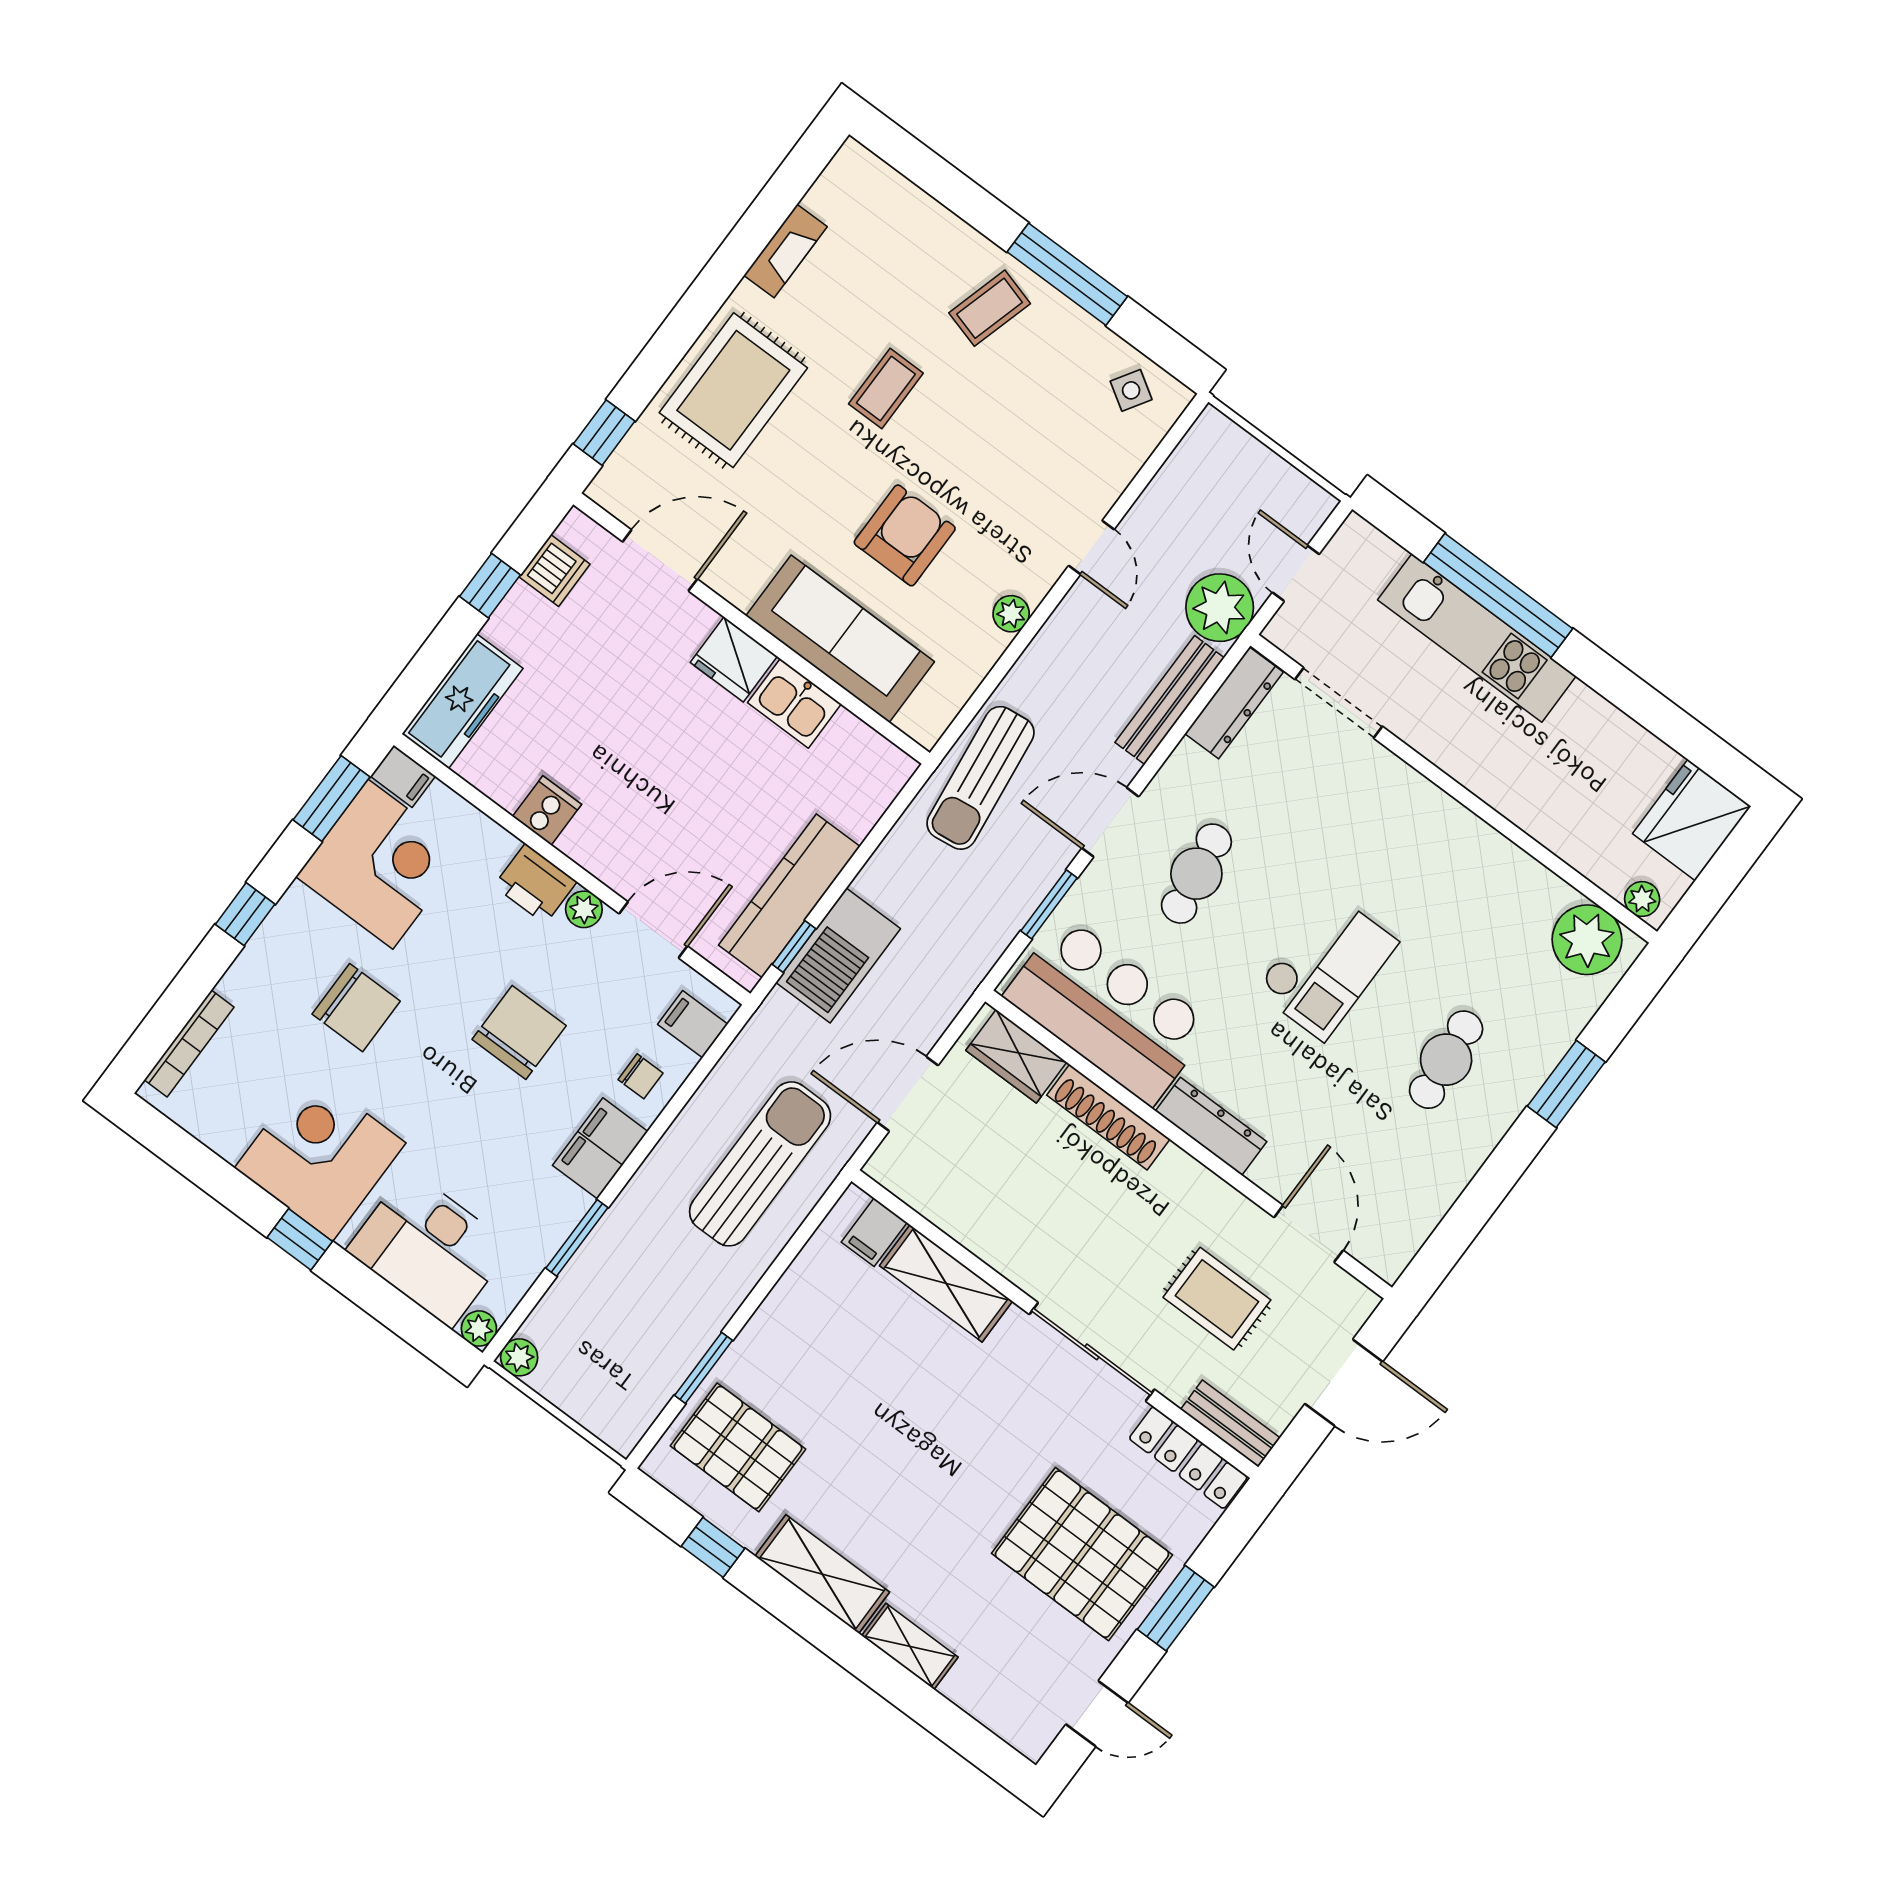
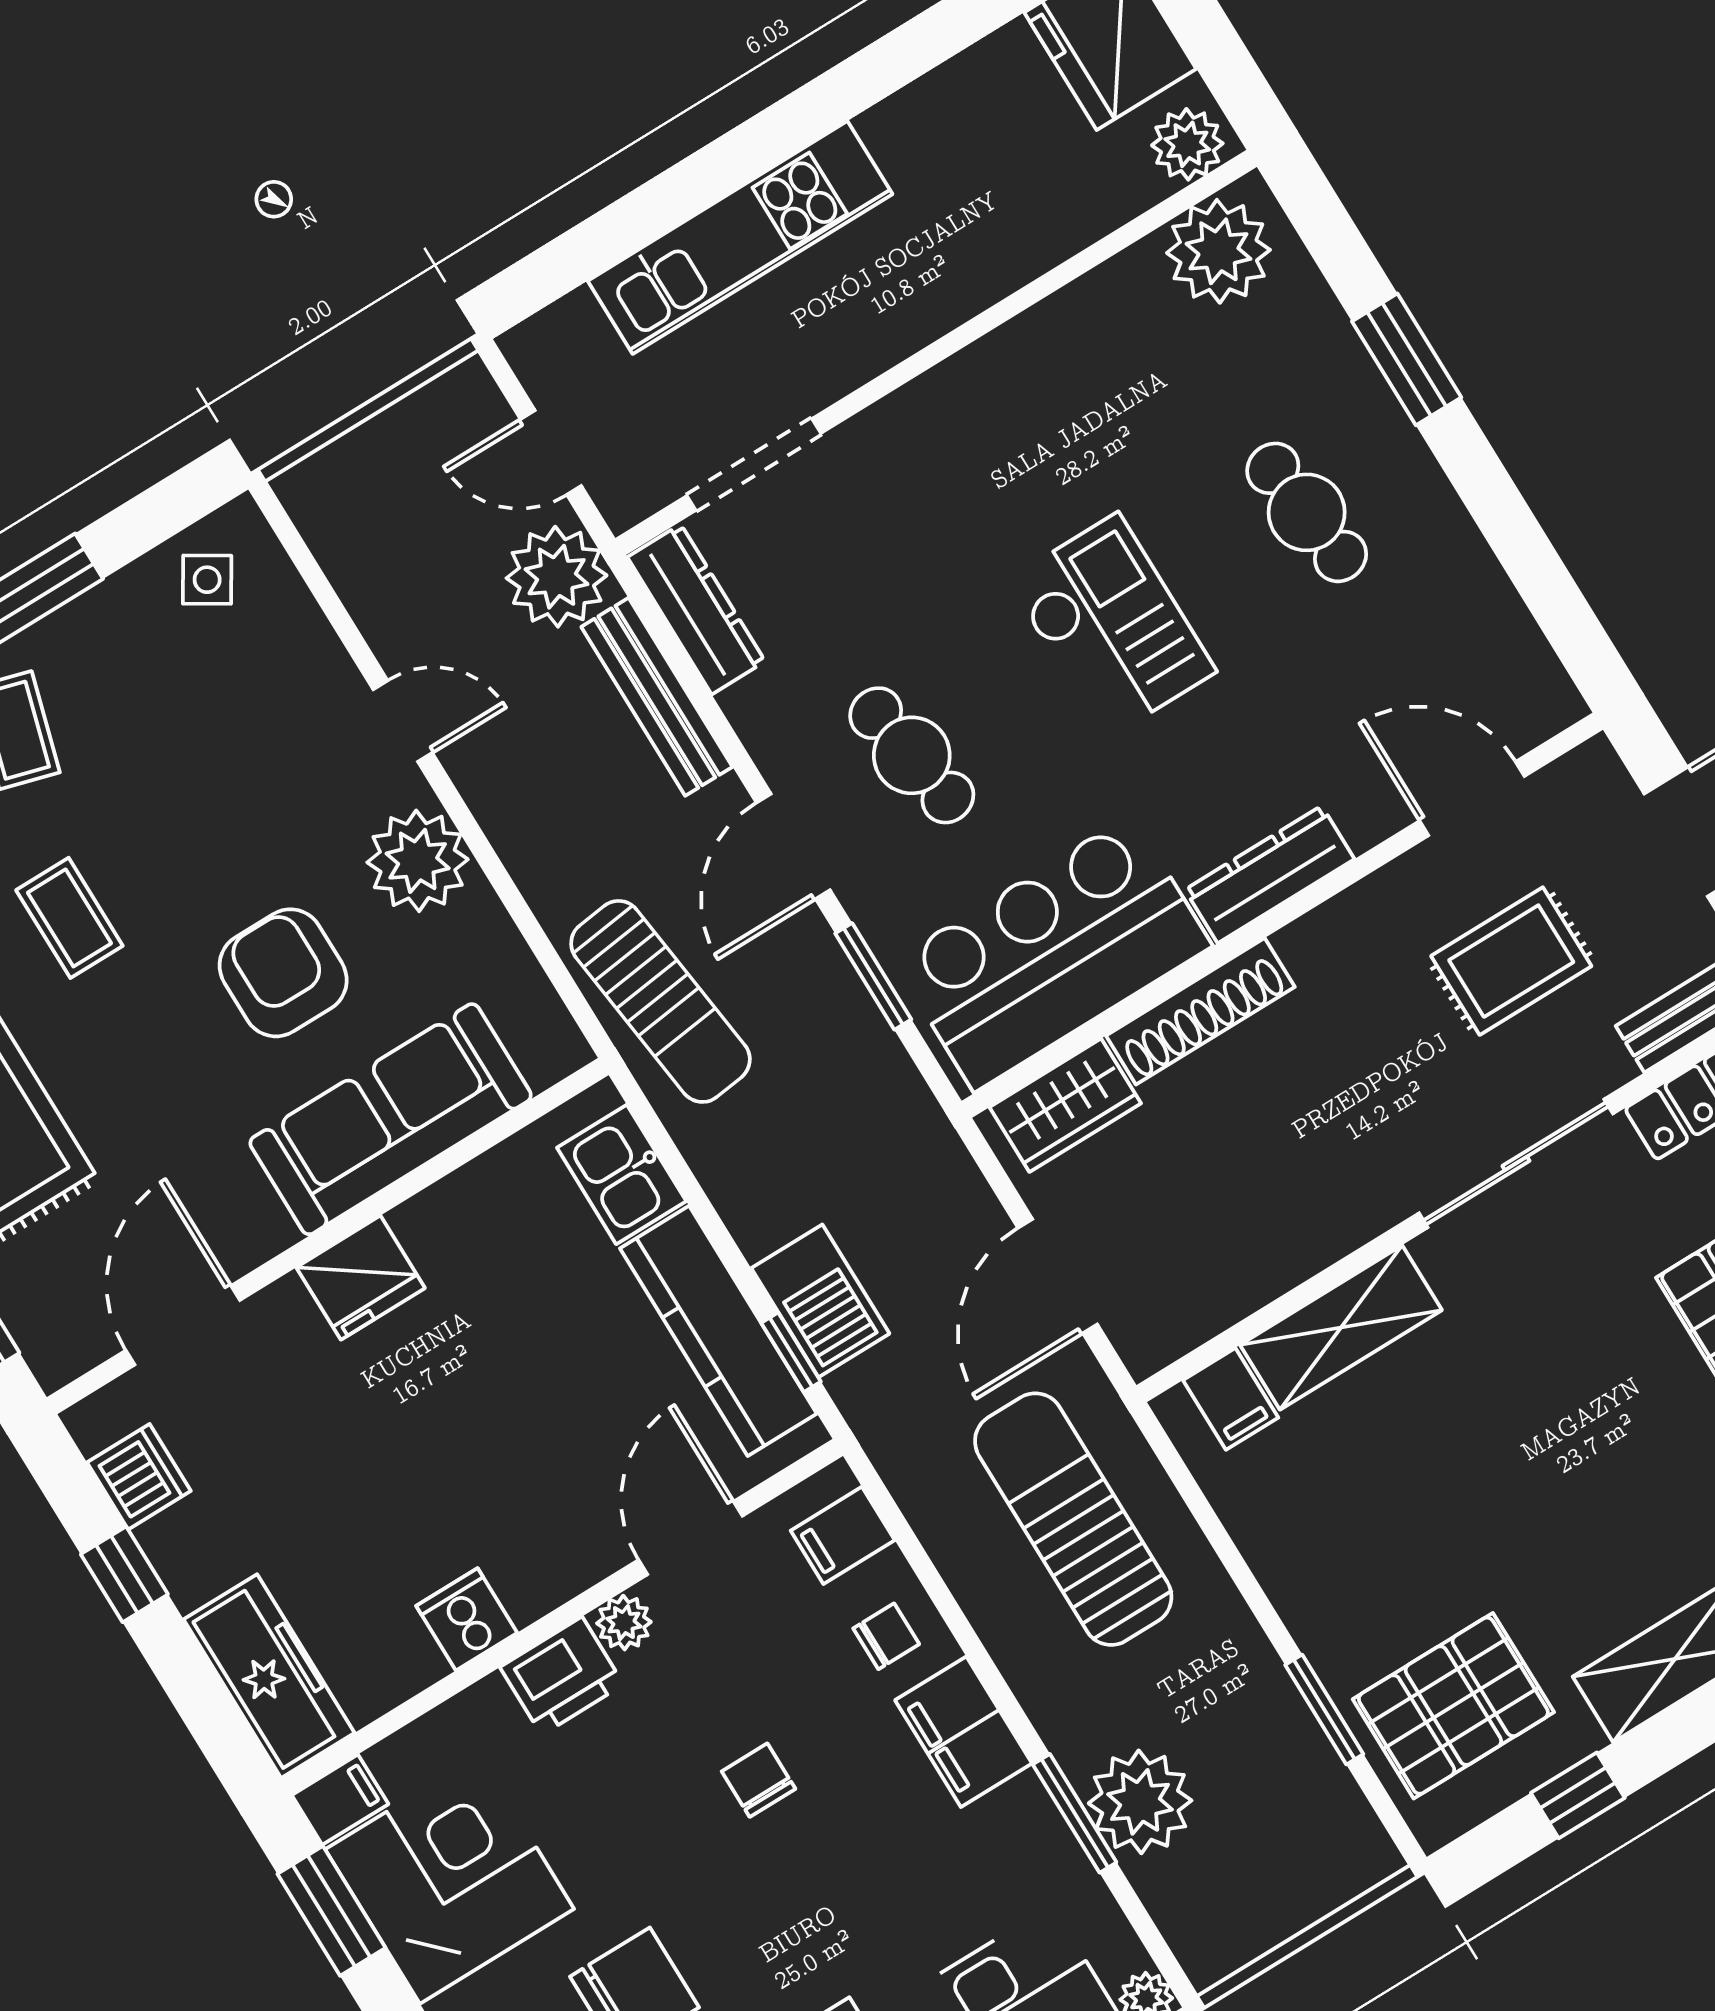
window: (1498, 595) -> (693, 185), removed
plant: (1011, 614) -> (418, 861), width x1.87, depth x1.87
kitchen sink: (794, 703) -> (622, 1174), moved, turned 90
plant: (1642, 899) -> (1187, 144), width x1.38, depth x1.38
barbecue: (838, 956) -> (820, 1301), width x0.73, depth x0.83
chair: (519, 1032) -> (759, 1780), width x0.54, depth x0.54
plant: (519, 1357) -> (1140, 1802), moved, width x1.88, depth x1.88

